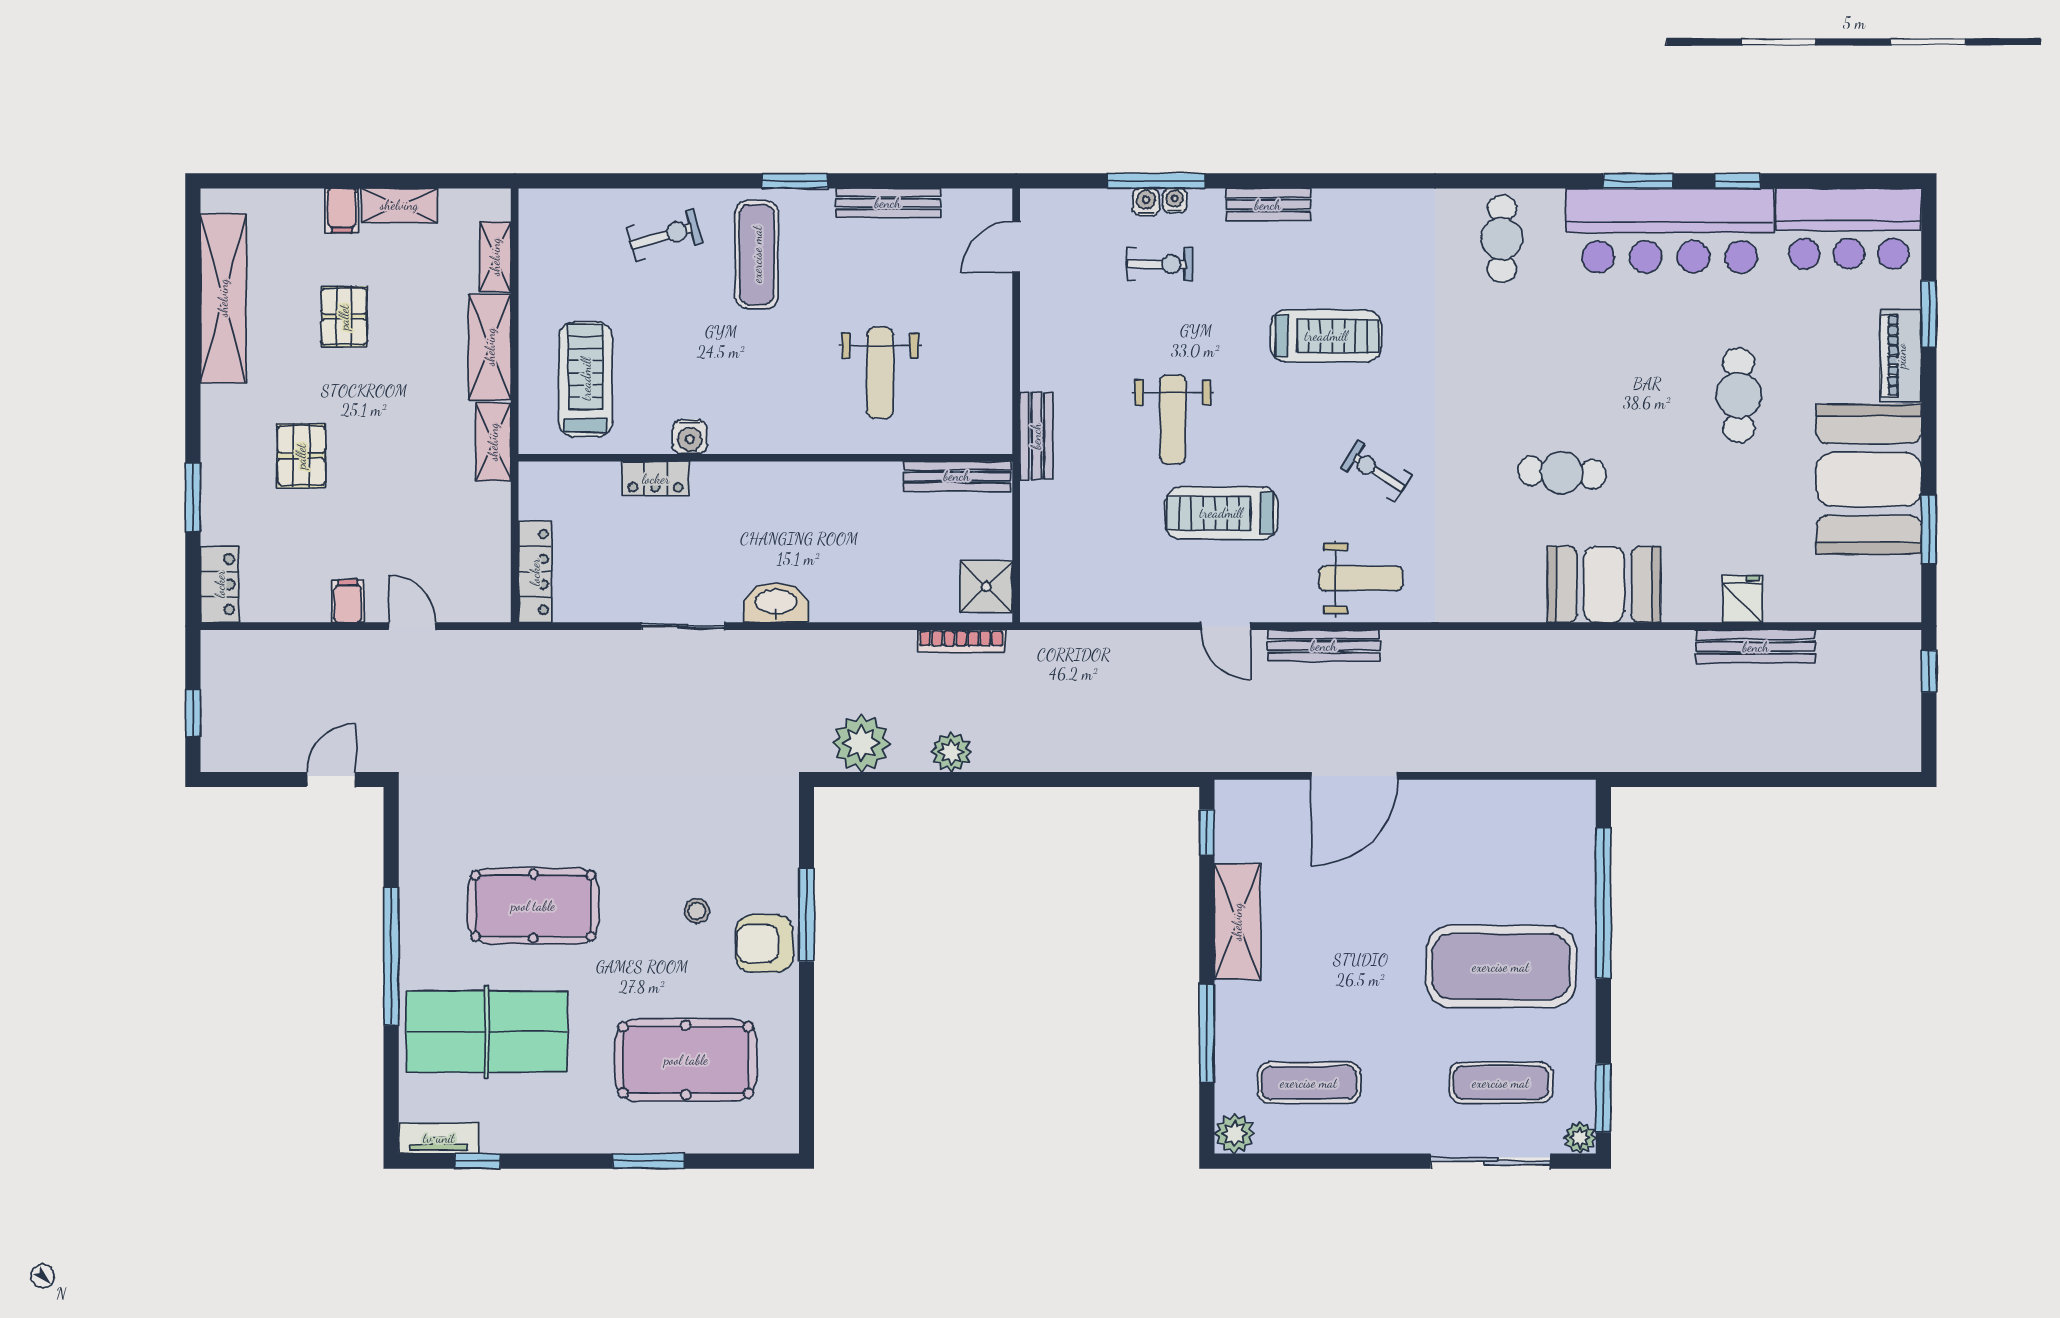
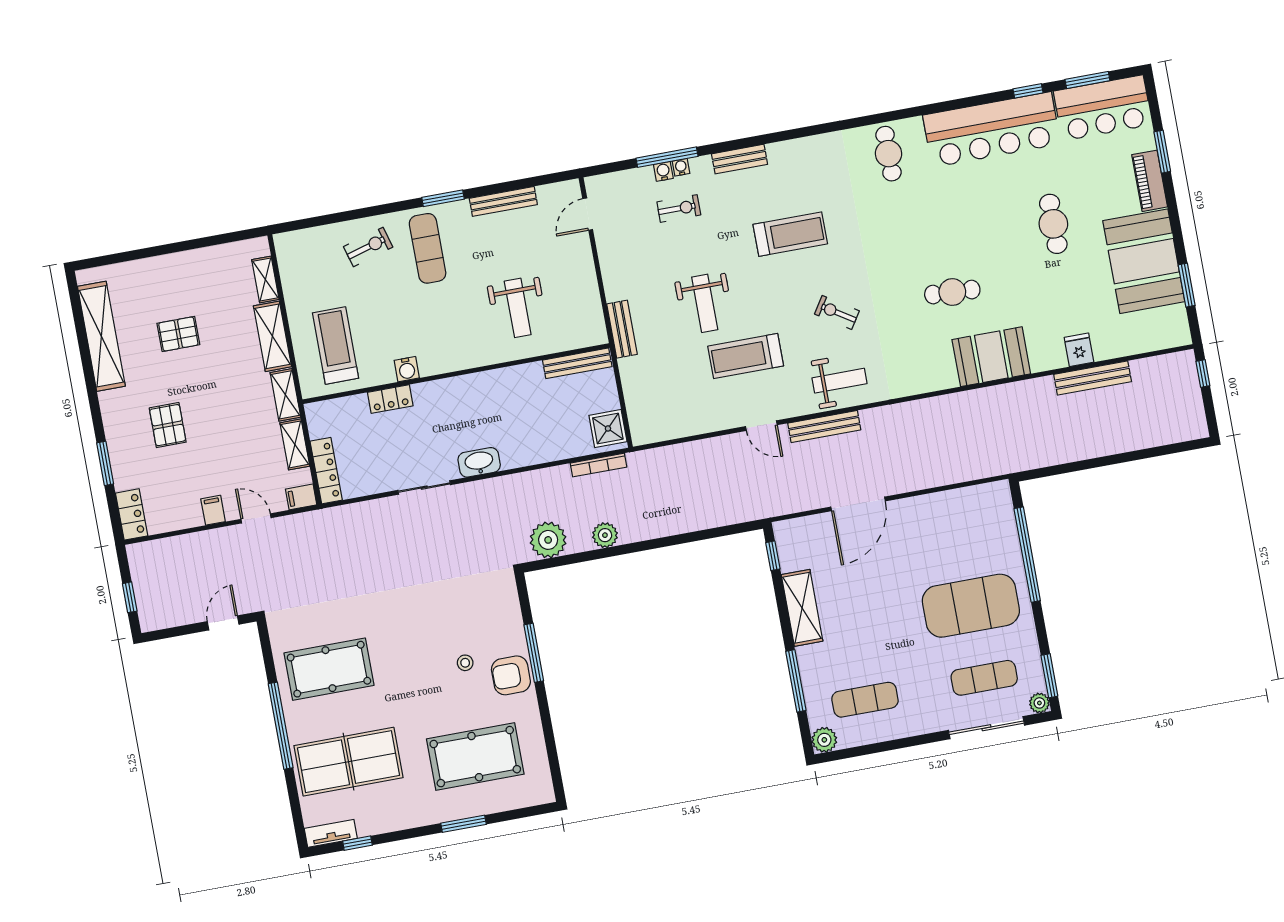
window: (1638, 181) -> (1087, 80), moved
shelving: (399, 205) -> (295, 444), moved, turned 90
filing cabinet: (342, 211) -> (301, 497), moved, turned 90
pallet: (344, 317) -> (178, 334), turned 90
pool table: (533, 906) -> (329, 669), moved

